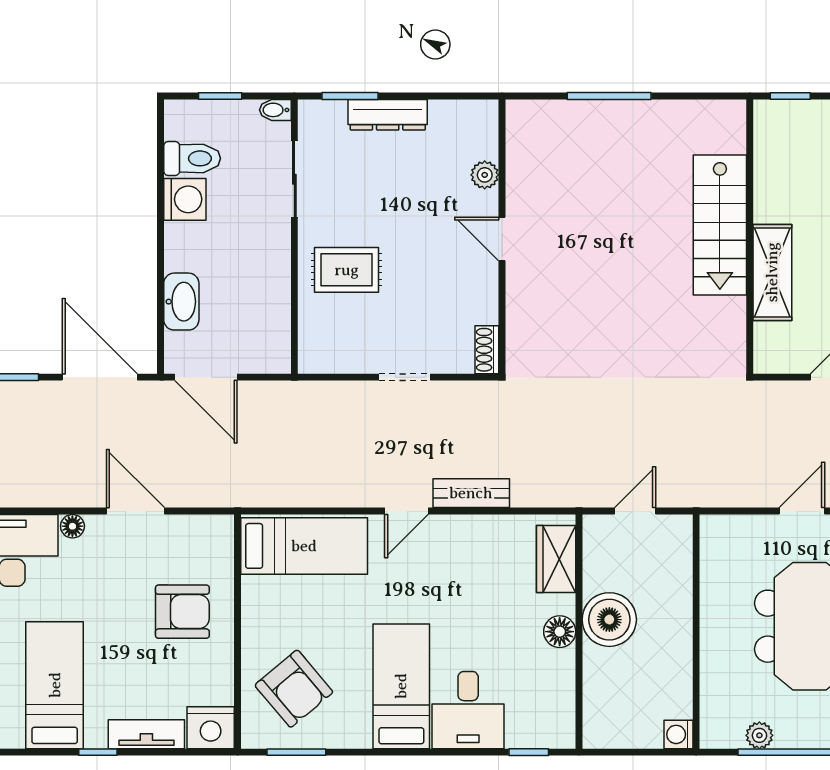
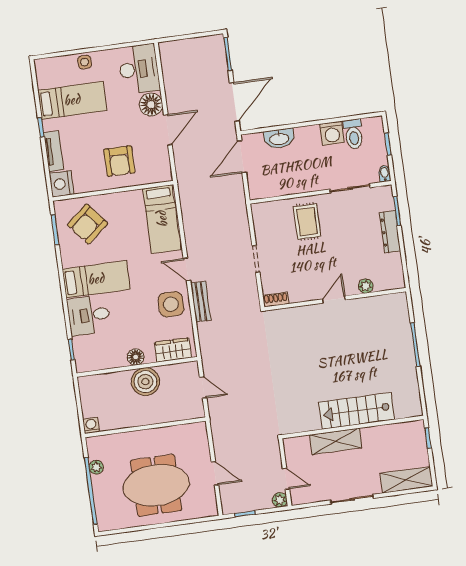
floor lamp: (72, 526) -> (151, 105), width x1.89, depth x1.89
side table: (468, 551) -> (171, 304), added

